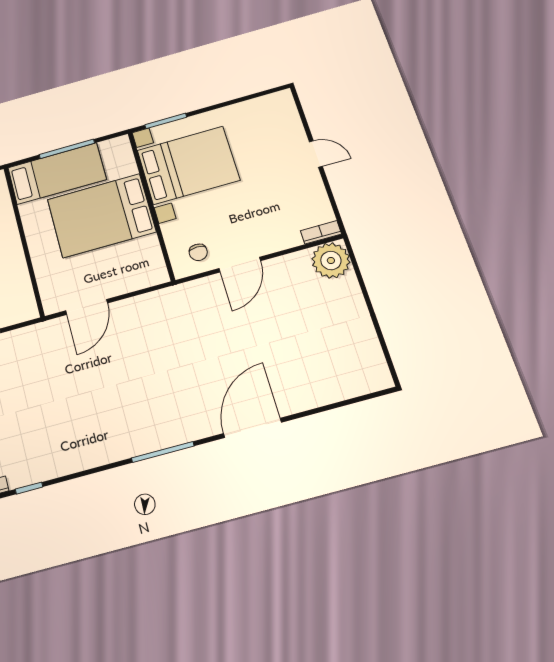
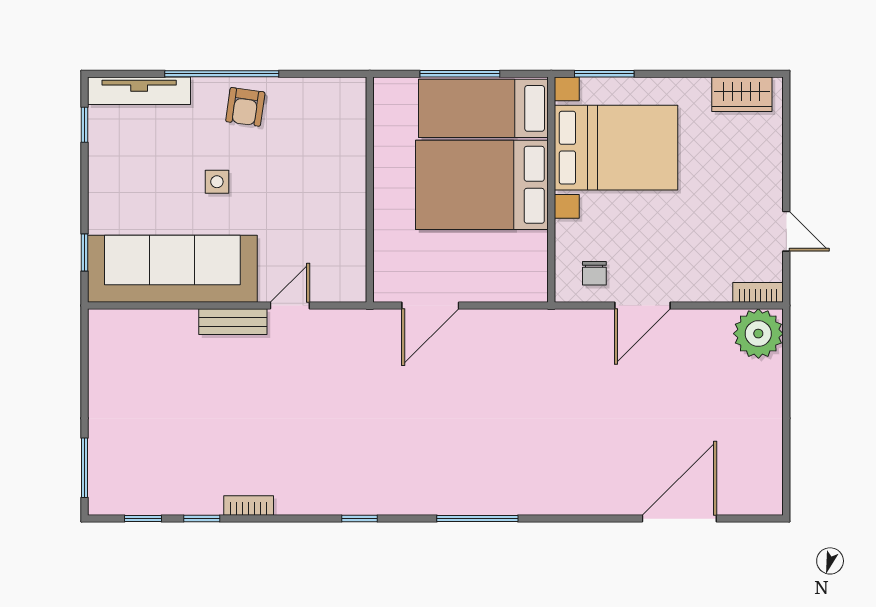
wardrobe: (265, 107) -> (742, 94), added
door: (316, 154) -> (786, 231), moved
bed: (57, 174) -> (483, 108), moved, turned 180
door: (252, 428) -> (679, 519), moved
window: (29, 488) -> (360, 519), moved

